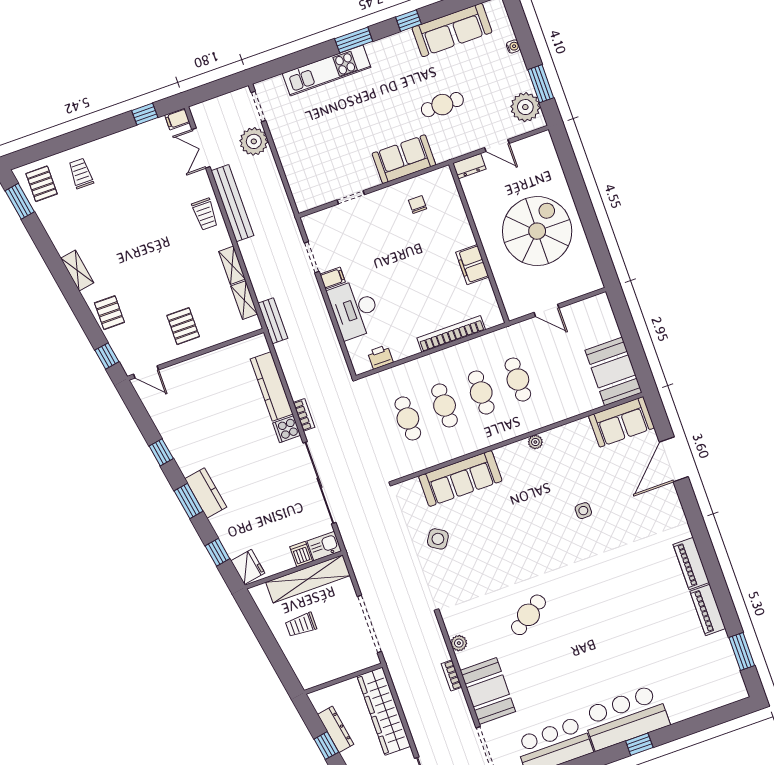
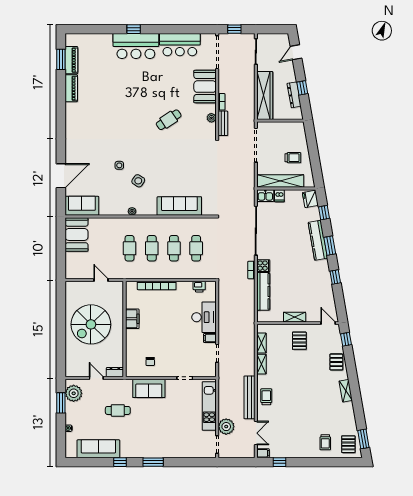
kitchen unit: (327, 70) -> (209, 406), moved, turned -90
bench: (273, 321) -> (223, 123), moved
shelving: (205, 362) -> (295, 317), added
kitchen counter: (206, 493) -> (318, 240), width x1.50
side table: (438, 539) -> (138, 181), moved
piano: (691, 564) -> (71, 60), moved

